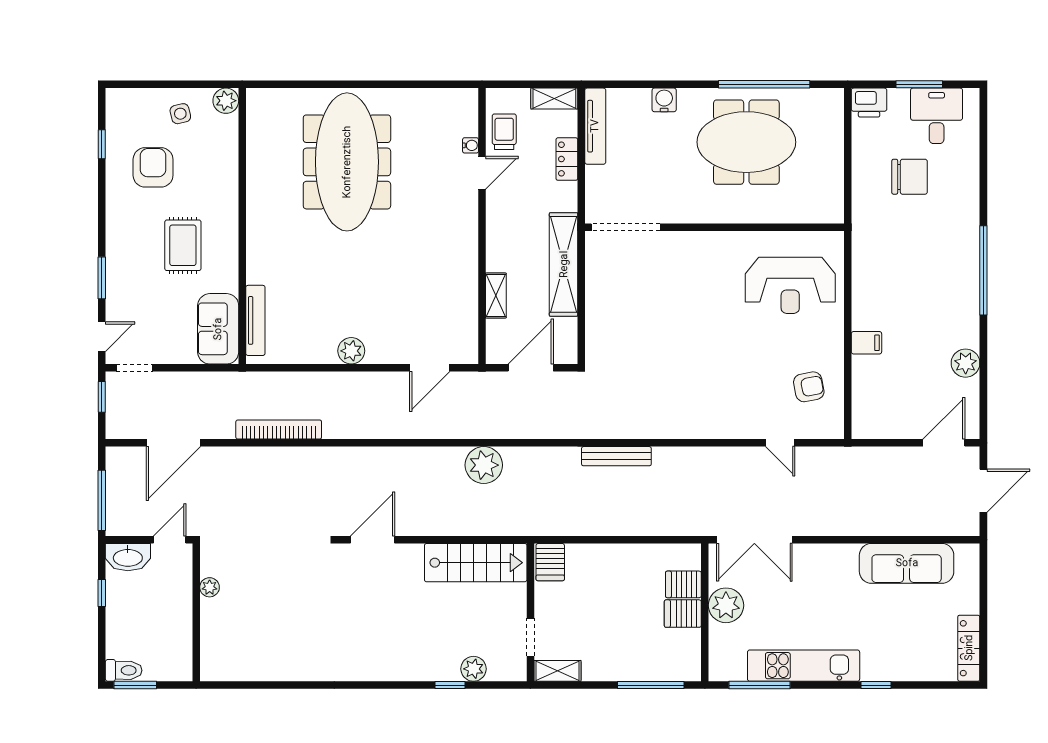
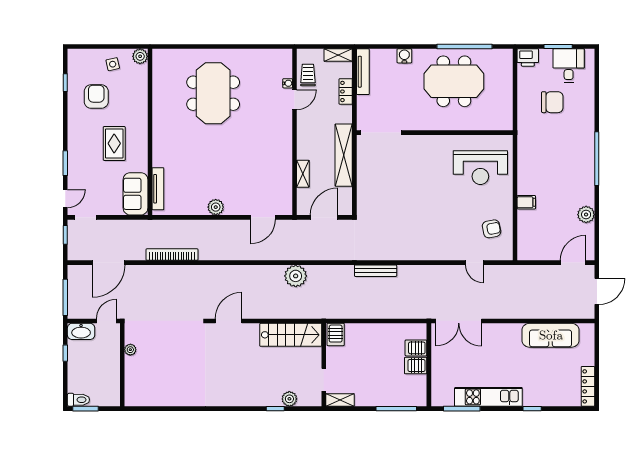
meeting table: (347, 162) -> (213, 93), width x0.73
plant: (726, 605) -> (442, 361), removed

